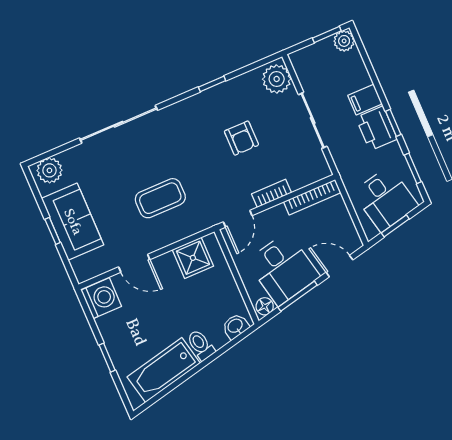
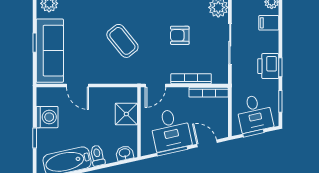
filing cabinet: (365, 100) -> (269, 23), moved
armchair: (241, 138) -> (180, 35), turned 90
bookcase: (272, 193) -> (191, 79), width x1.56
coffee table: (160, 198) -> (122, 41), moved, turned 51
sofa: (73, 222) -> (50, 51), width x1.36
shower: (193, 258) -> (126, 114), moved
washing machine: (101, 298) -> (47, 117), moved
floor lamp: (265, 306) -> (149, 148), removed

